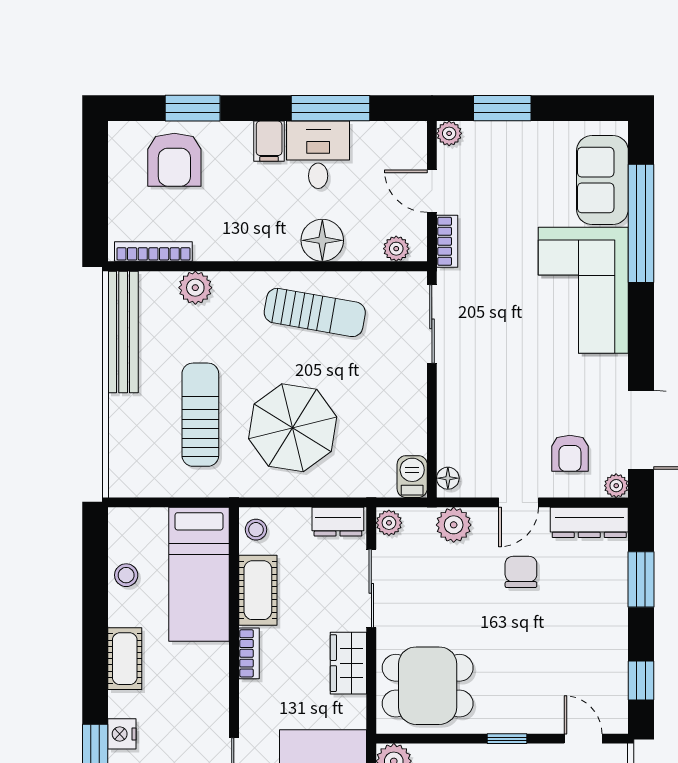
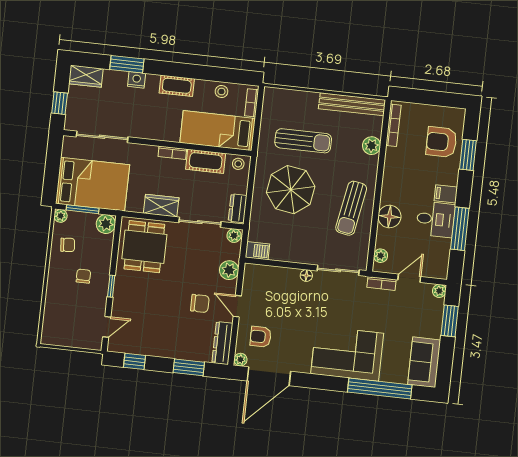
sofa: (602, 180) -> (424, 362), moved, turned -90
floor lamp: (448, 478) -> (306, 276), moved
bookcase: (141, 517) -> (252, 103), added

